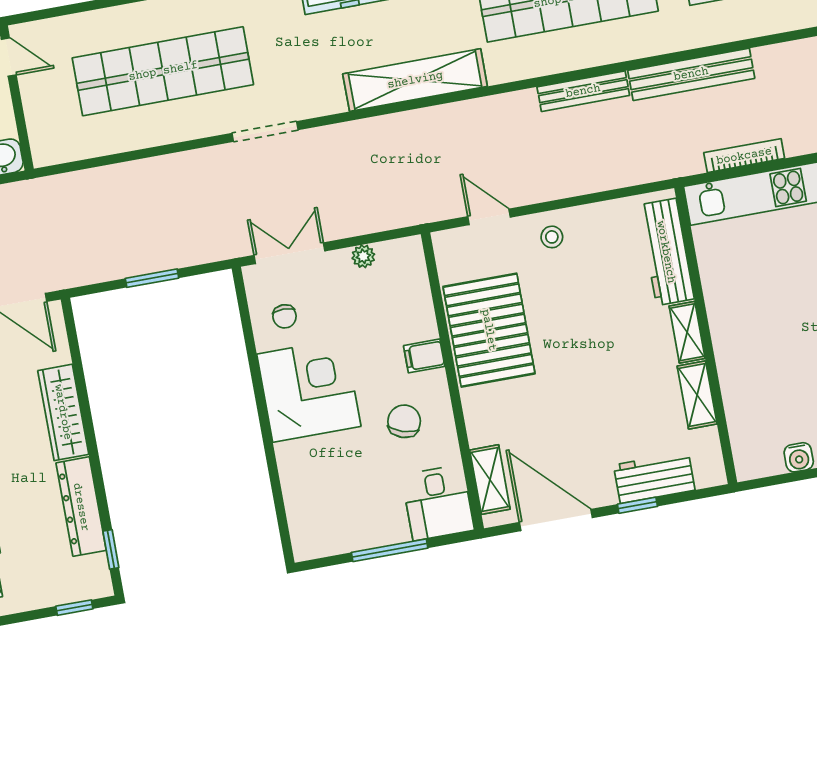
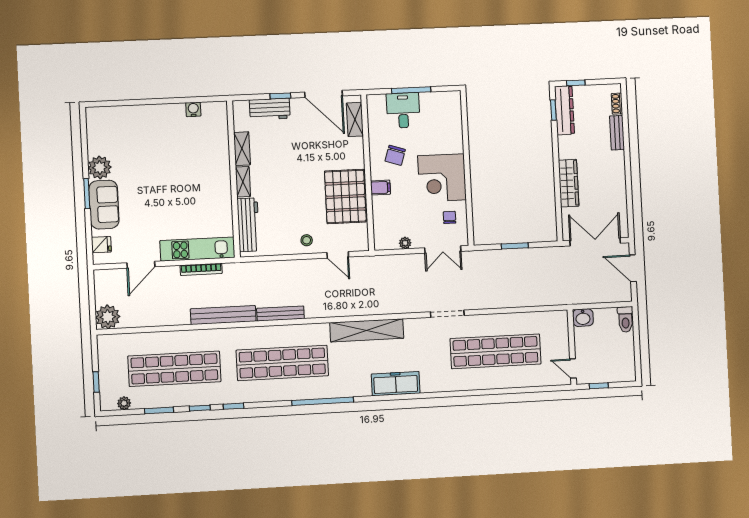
desk: (438, 503) -> (403, 110), moved
dresser: (81, 507) -> (564, 110), moved

